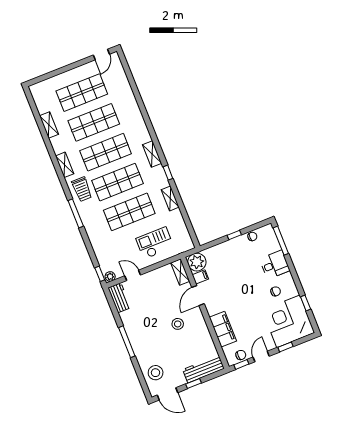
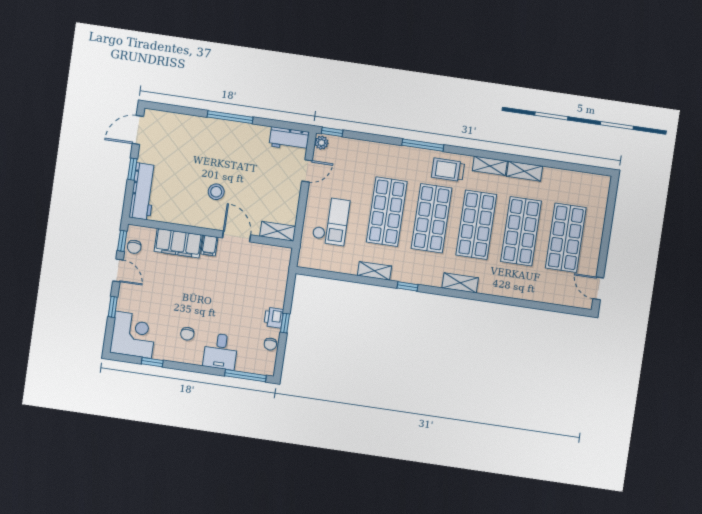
shelving: (49, 125) -> (525, 171), moved
shelving: (152, 154) -> (460, 283), moved
printer: (235, 244) -> (274, 318), added
plant: (197, 262) -> (278, 259), removed
filing cabinet: (200, 277) -> (209, 246), moved
corner desk: (288, 321) -> (133, 335), width x0.74, depth x0.74
stool: (156, 373) -> (172, 130), removed

